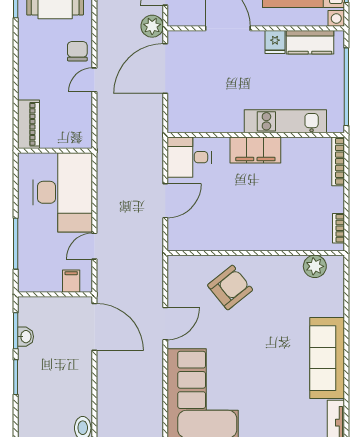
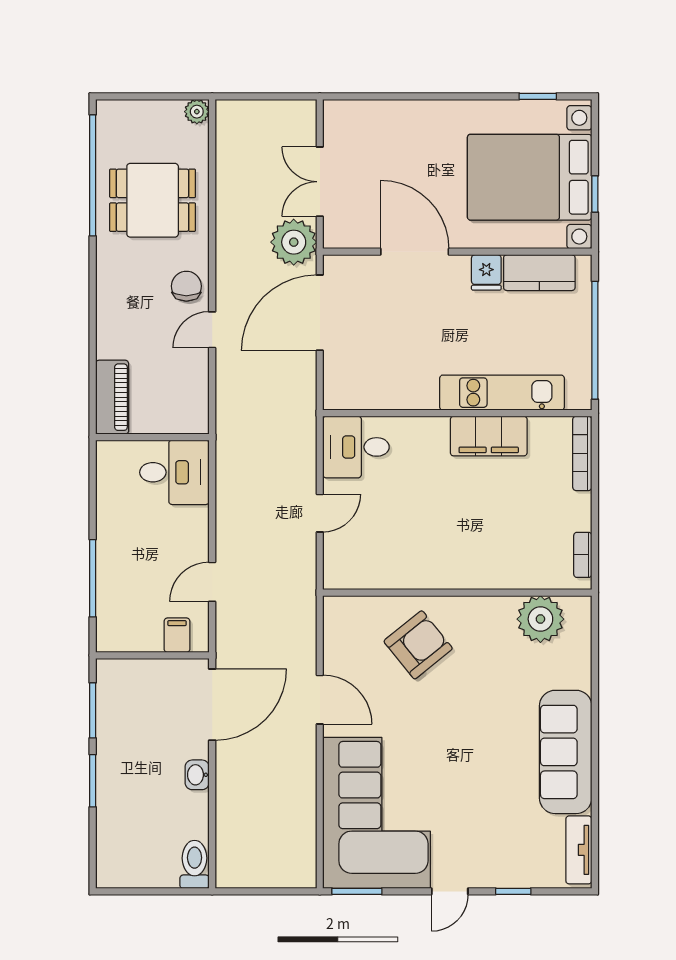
plant: (152, 26) -> (294, 242), width x1.36, depth x1.36
filing cabinet: (255, 150) -> (489, 436), moved
desk: (63, 192) -> (174, 472), width x0.53, depth x0.77
door: (165, 201) -> (320, 513), width x0.73
plant: (315, 266) -> (540, 619), width x1.36, depth x1.36
door: (165, 324) -> (320, 700), hinge flipped
door: (94, 327) -> (212, 705), hinge flipped
washbasin: (25, 337) -> (197, 775), moved, turned 180

